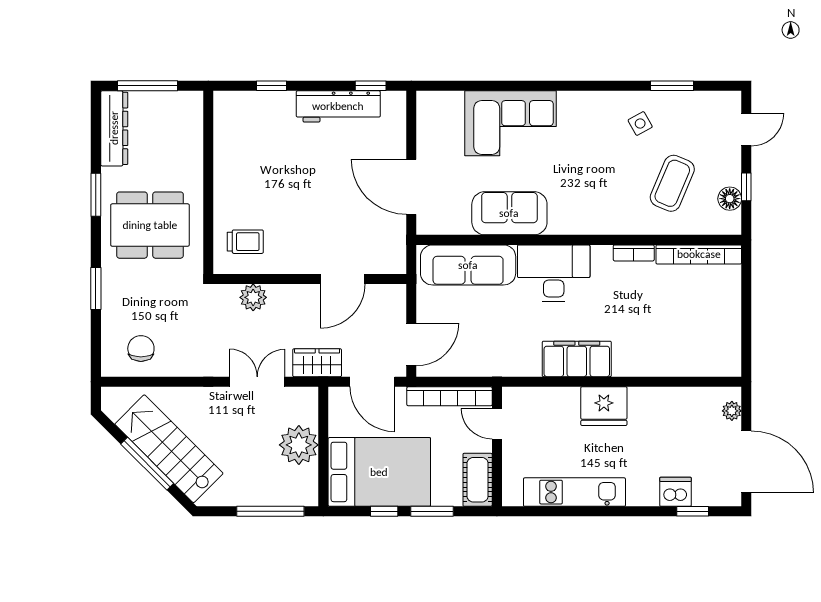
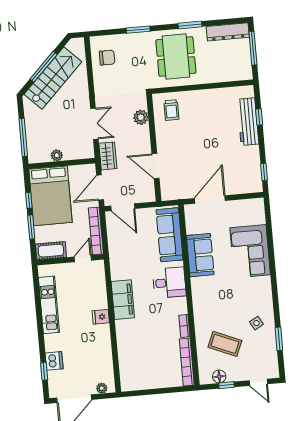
workbench: (338, 106) -> (248, 122), moved
desk: (554, 273) -> (169, 283), width x0.73
fridge: (604, 406) -> (101, 317), width x0.53, depth x0.75
plant: (299, 445) -> (57, 155), width x0.53, depth x0.53

